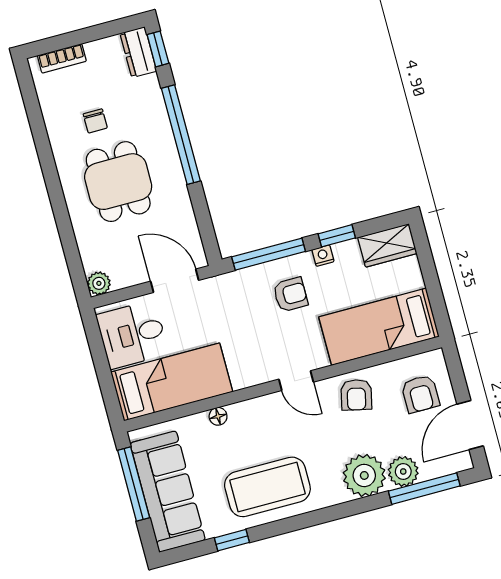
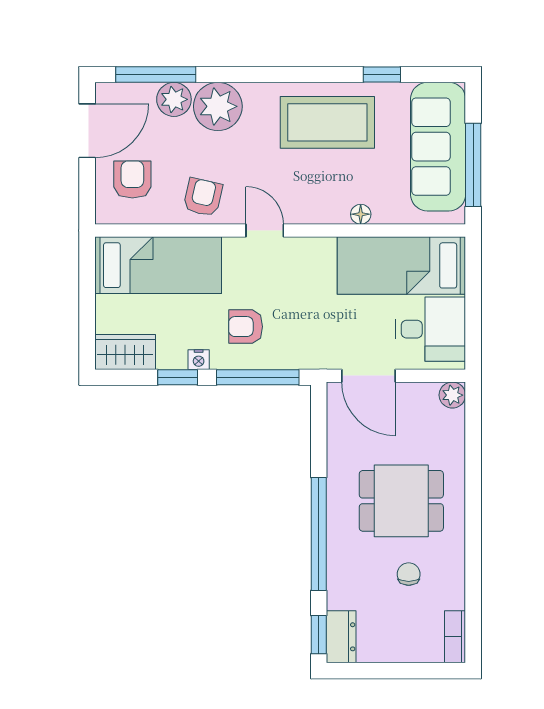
bookcase: (62, 58) -> (455, 637), moved, turned -90
dining table: (118, 182) -> (401, 501), turned 90

